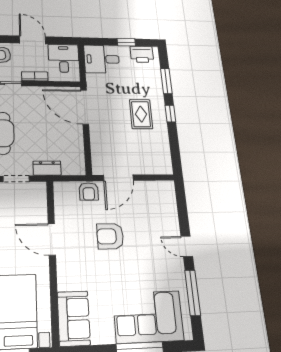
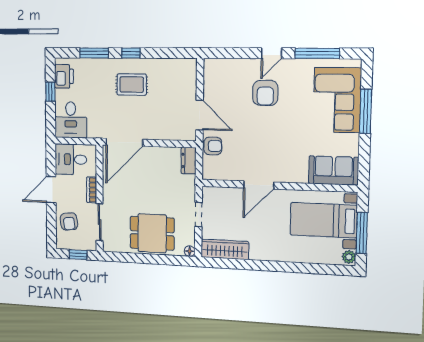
dresser: (47, 168) -> (189, 161), moved
armchair: (110, 236) -> (265, 93), moved

